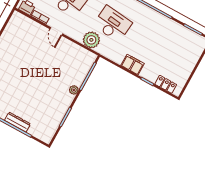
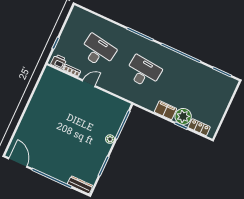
door: (56, 31) -> (89, 83), swing flipped
plant: (91, 40) -> (183, 116), moved
dresser: (17, 122) -> (80, 185), moved

